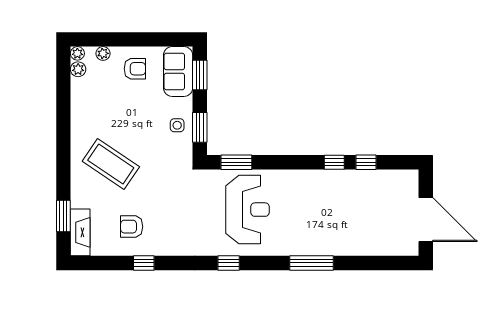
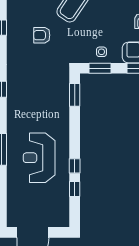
reception desk: (247, 210) -> (39, 158), moved, turned 90
armchair: (132, 227) -> (42, 35), moved, turned -90

